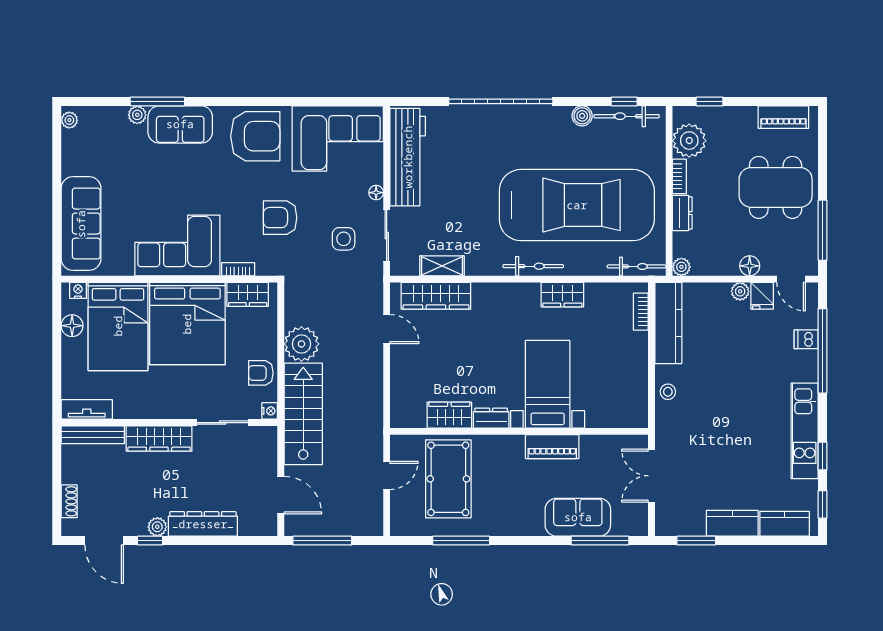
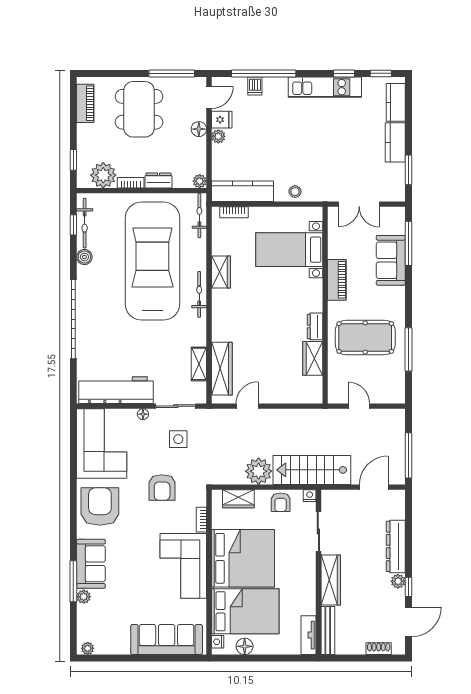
wardrobe: (248, 294) -> (238, 499), moved, turned 90
bed with nightstands: (548, 384) -> (289, 250), moved
pool table: (448, 479) -> (365, 337), moved

